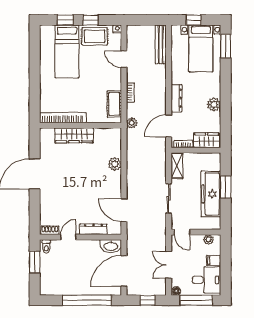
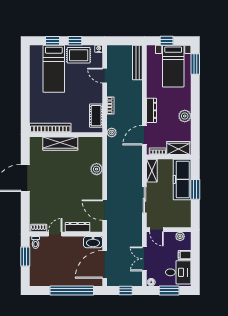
freezer: (211, 194) -> (182, 179), moved
window: (196, 300) -> (169, 290), width x0.69

